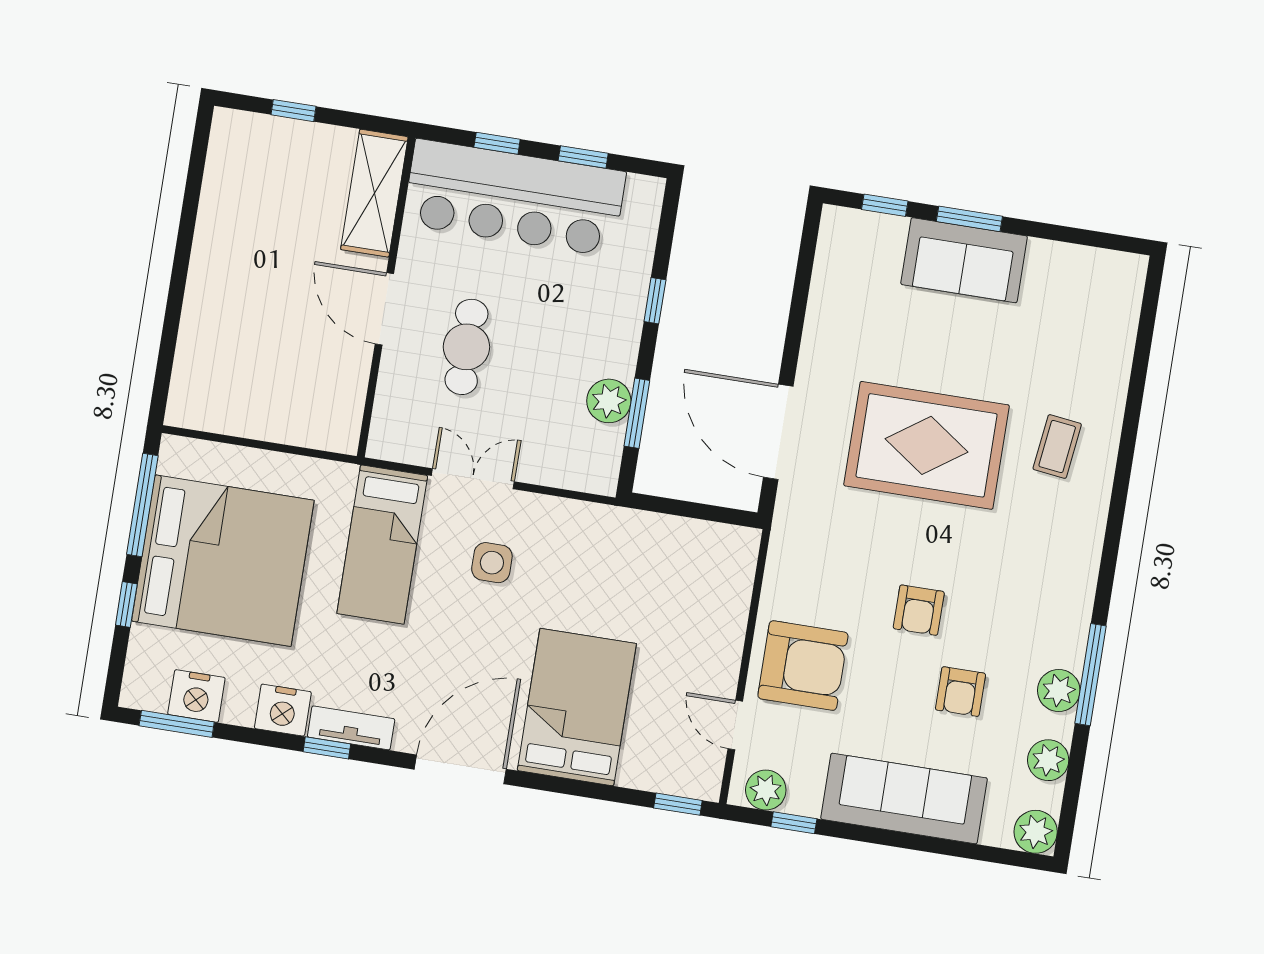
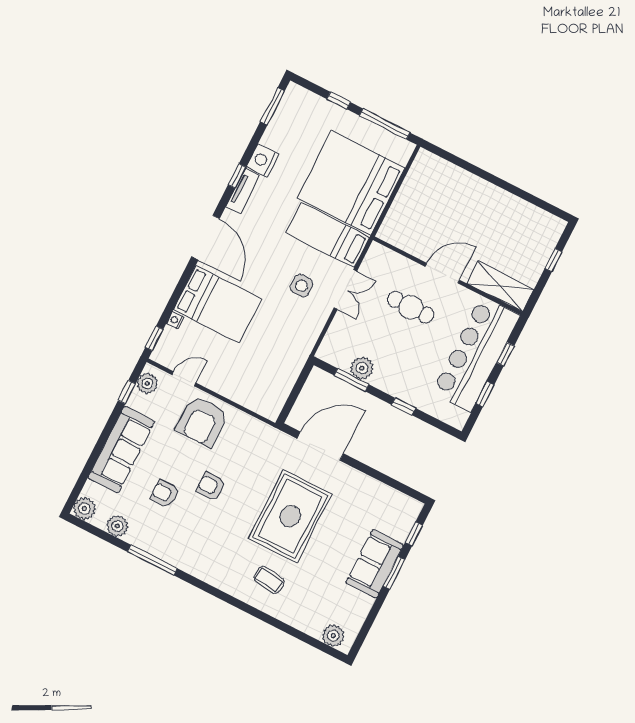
bed: (223, 561) -> (351, 183), moved, turned 90
plant: (1059, 690) -> (333, 636), moved
nightstand: (196, 696) -> (175, 320), moved, width x0.53, depth x0.56

